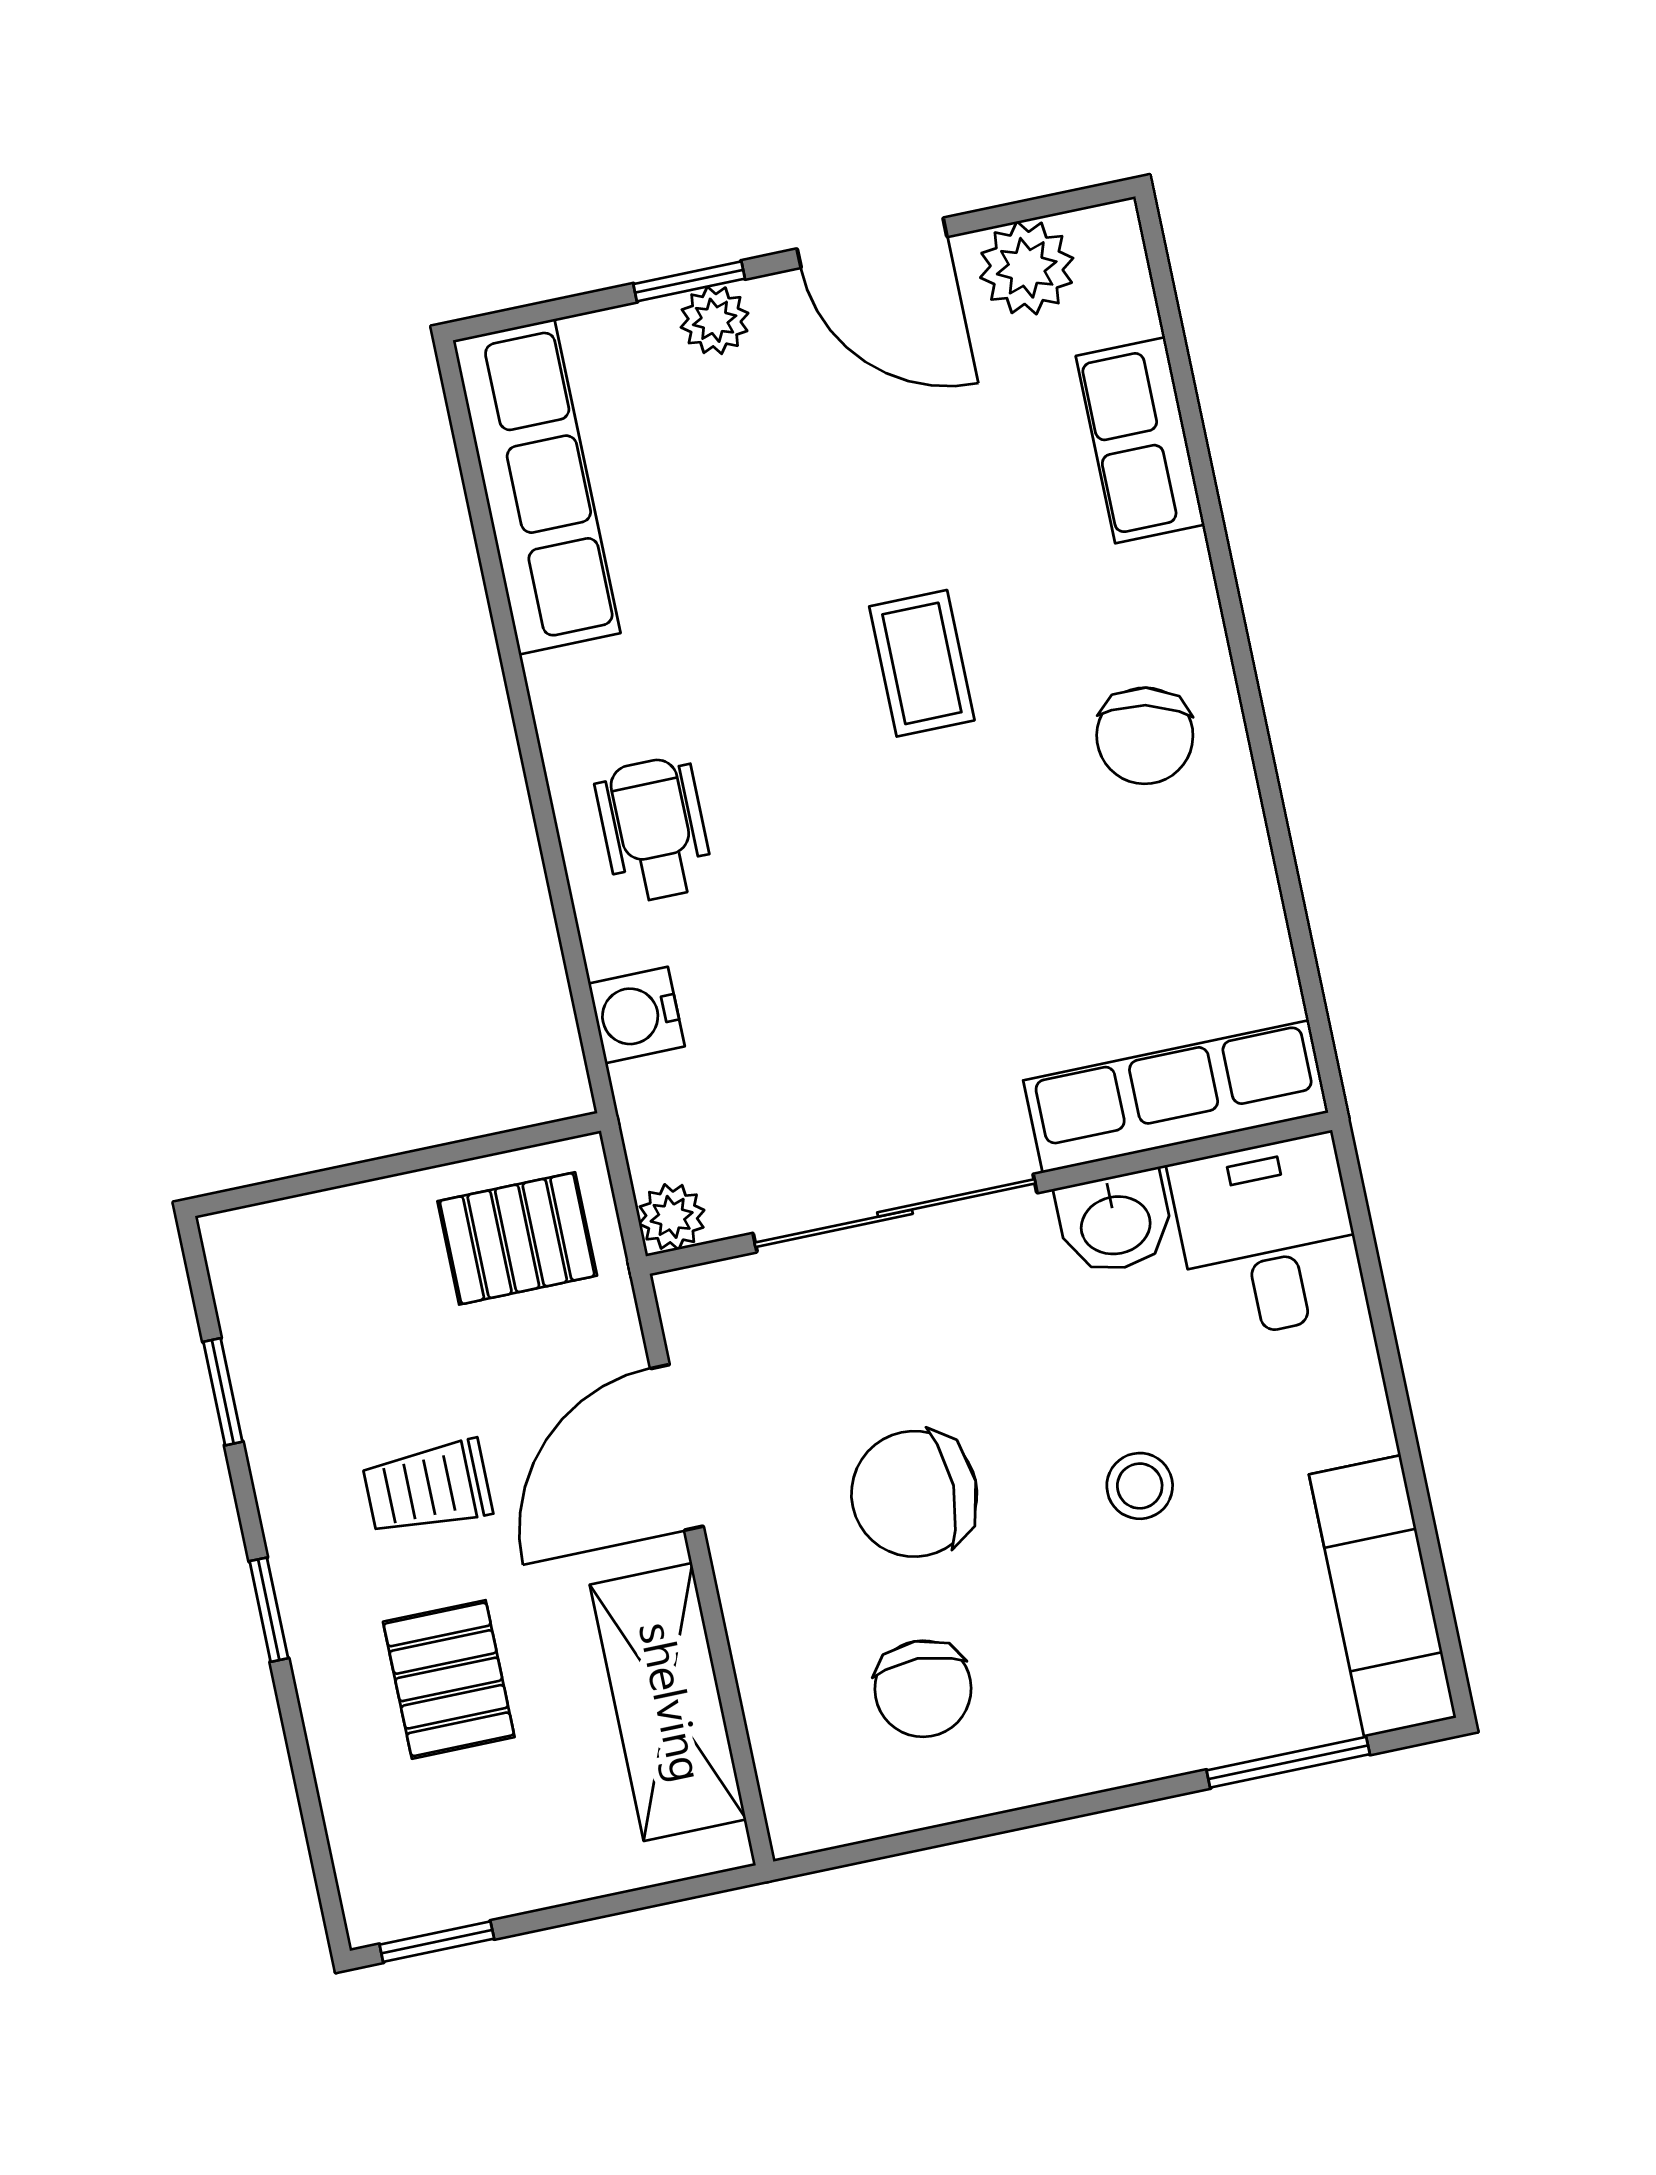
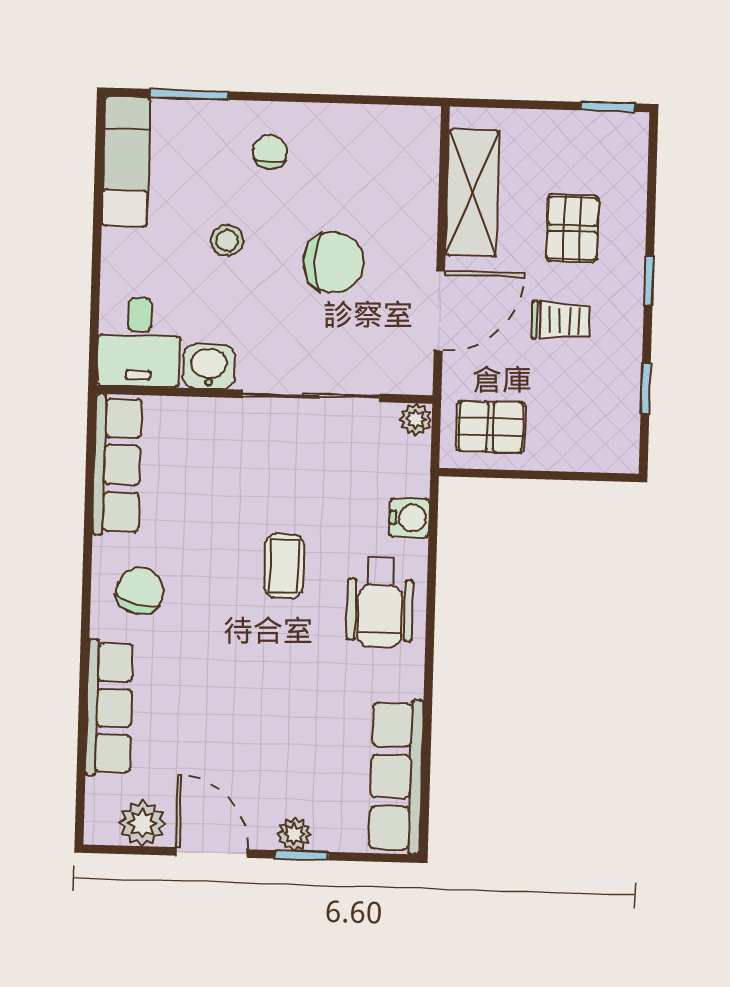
row of seats: (1140, 440) -> (109, 708), width x1.48
coffee table: (922, 663) -> (284, 566), moved
wheelchair: (654, 830) -> (380, 603), width x1.36, depth x1.37
row of seats: (1176, 1097) -> (117, 465), moved, turned -90
chair: (923, 1689) -> (270, 152), moved, width x0.73, depth x0.73

